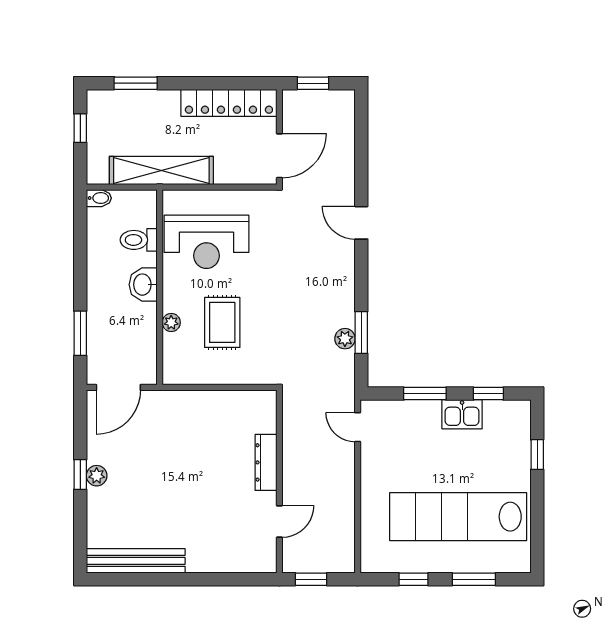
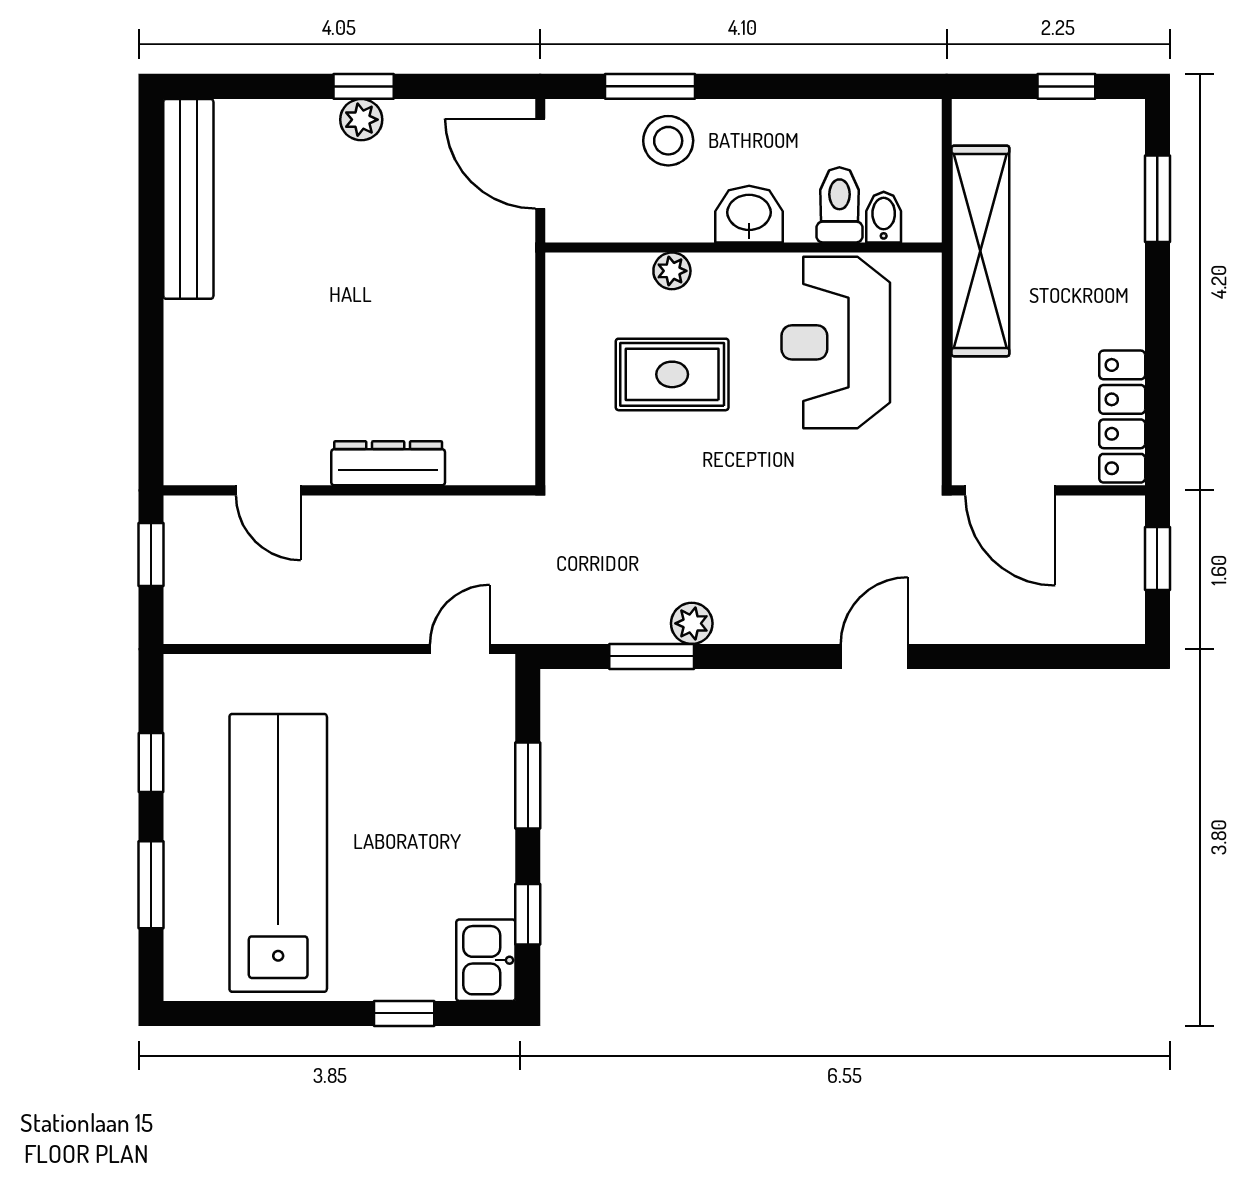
locker: (229, 103) -> (1122, 417), width x0.71, depth x0.83
bidet: (99, 198) -> (884, 217), moved, turned 180
stool: (107, 324) -> (668, 141), added
plant: (345, 339) -> (692, 623), moved
kitchen sink: (462, 414) -> (486, 960), moved

